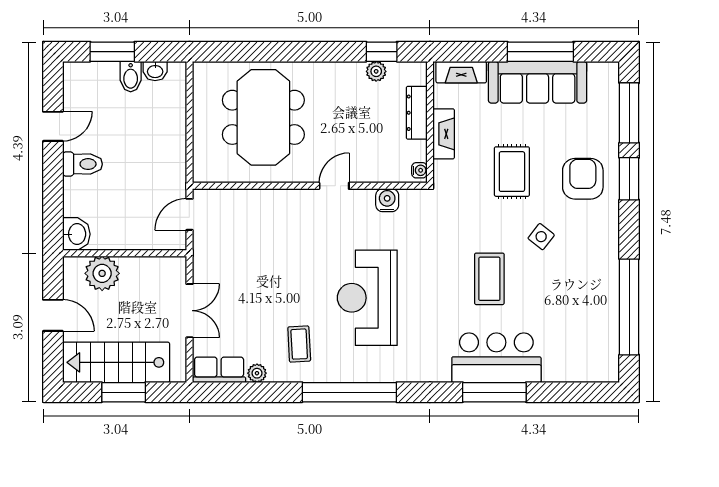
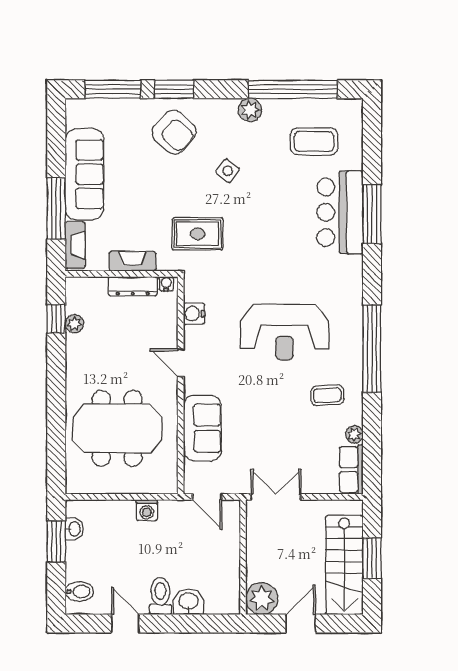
window: (112, 52) -> (56, 541), moved
window: (540, 52) -> (56, 208), moved
bidet: (131, 77) -> (79, 591), moved
dresser: (417, 113) -> (133, 286), moved
washing machine: (175, 149) -> (147, 510), added
rug: (512, 172) -> (198, 234), moved
armchair: (583, 179) -> (174, 132), turned -138
sofa: (264, 209) -> (202, 428), added
washbasin: (76, 234) -> (188, 602), moved
plant: (607, 261) -> (250, 110), added
plant: (102, 273) -> (262, 599), moved
coffee table: (489, 279) -> (314, 141), moved
double door: (189, 311) -> (276, 497), moved

